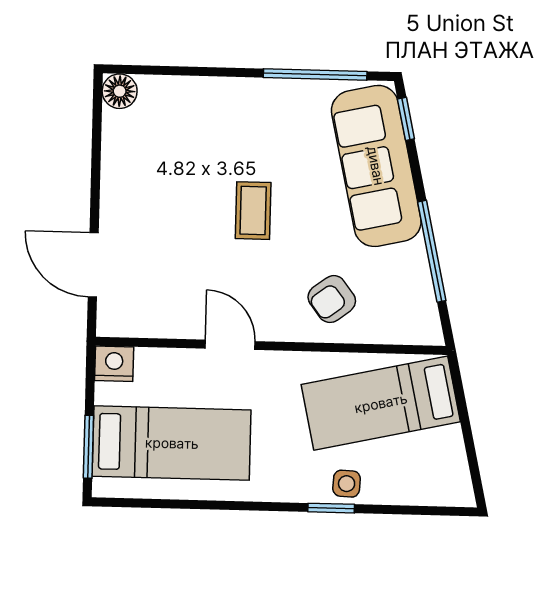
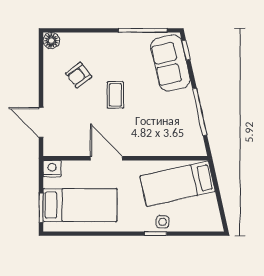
sofa: (376, 166) -> (170, 63), width x0.73
armchair: (332, 299) -> (79, 75), moved
door: (230, 345) -> (106, 158), width x1.38

